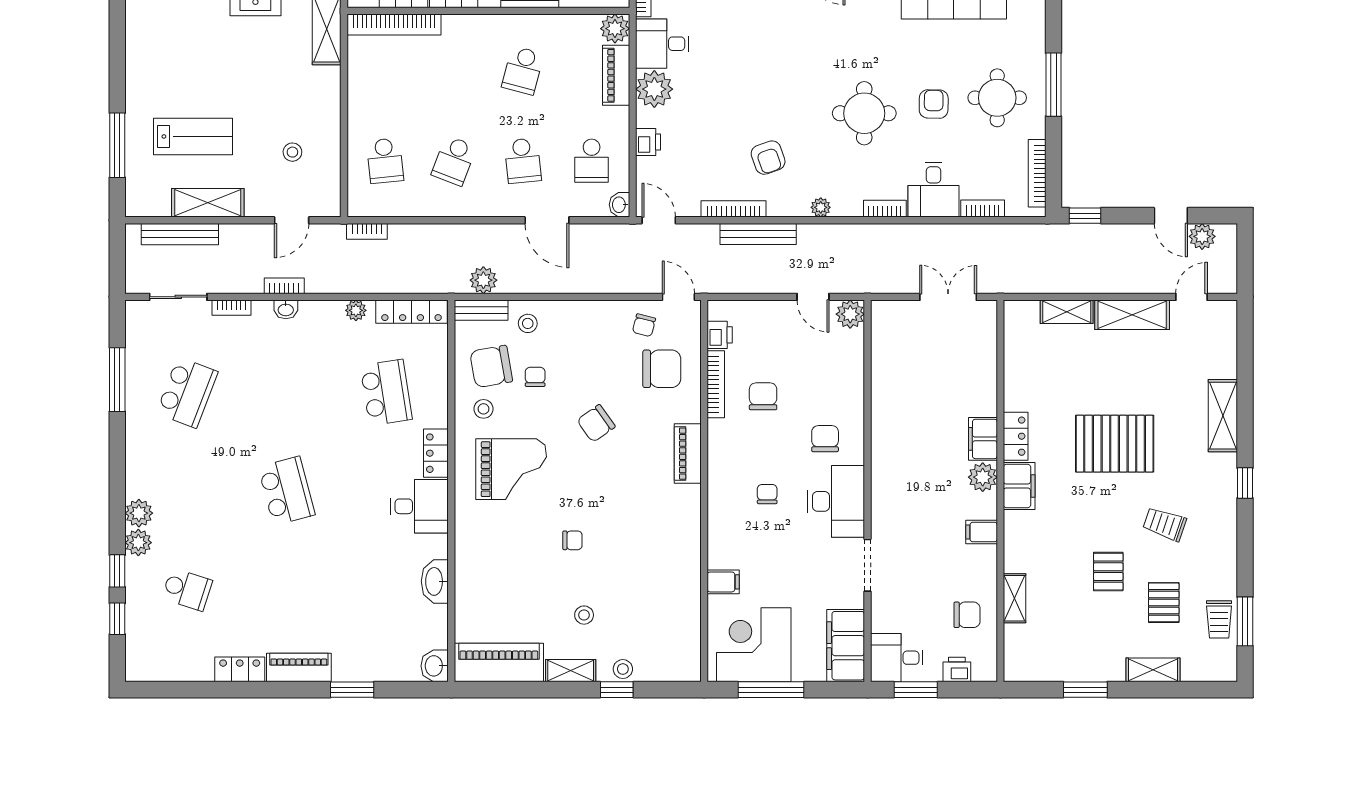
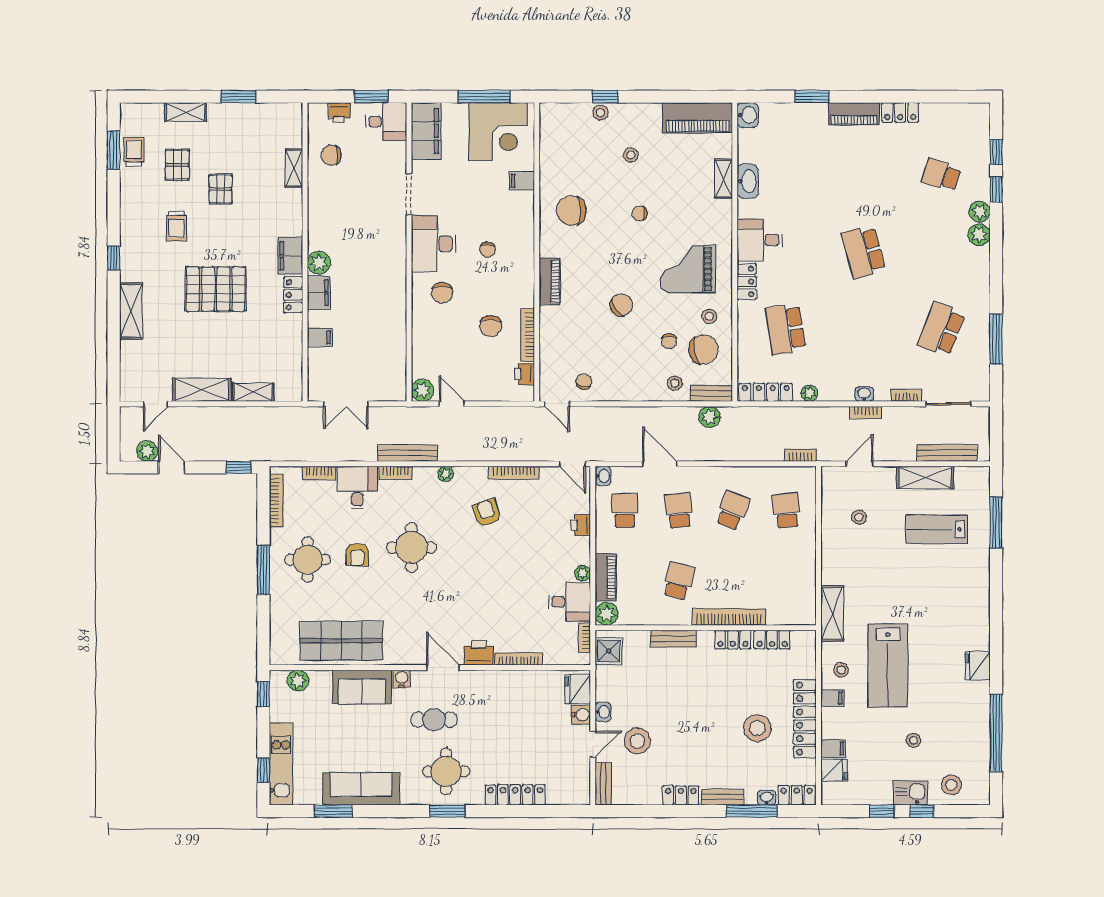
bookcase: (394, 25) -> (729, 617), moved
plant: (654, 89) -> (583, 573), width x0.53, depth x0.53
bench: (758, 234) -> (408, 453), moved
chair: (662, 369) -> (571, 211), moved
trolley: (1165, 524) -> (176, 226), turned 71
filing cabinet: (982, 532) -> (320, 337), moved
shelving: (571, 671) -> (723, 179), moved, turned 90

